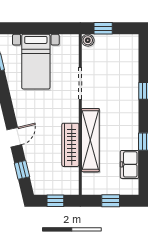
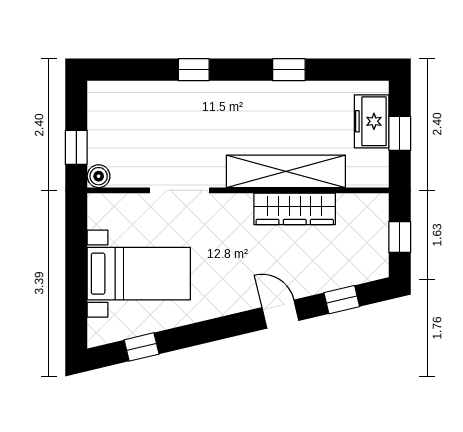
freezer: (130, 164) -> (372, 121), moved, turned 90

